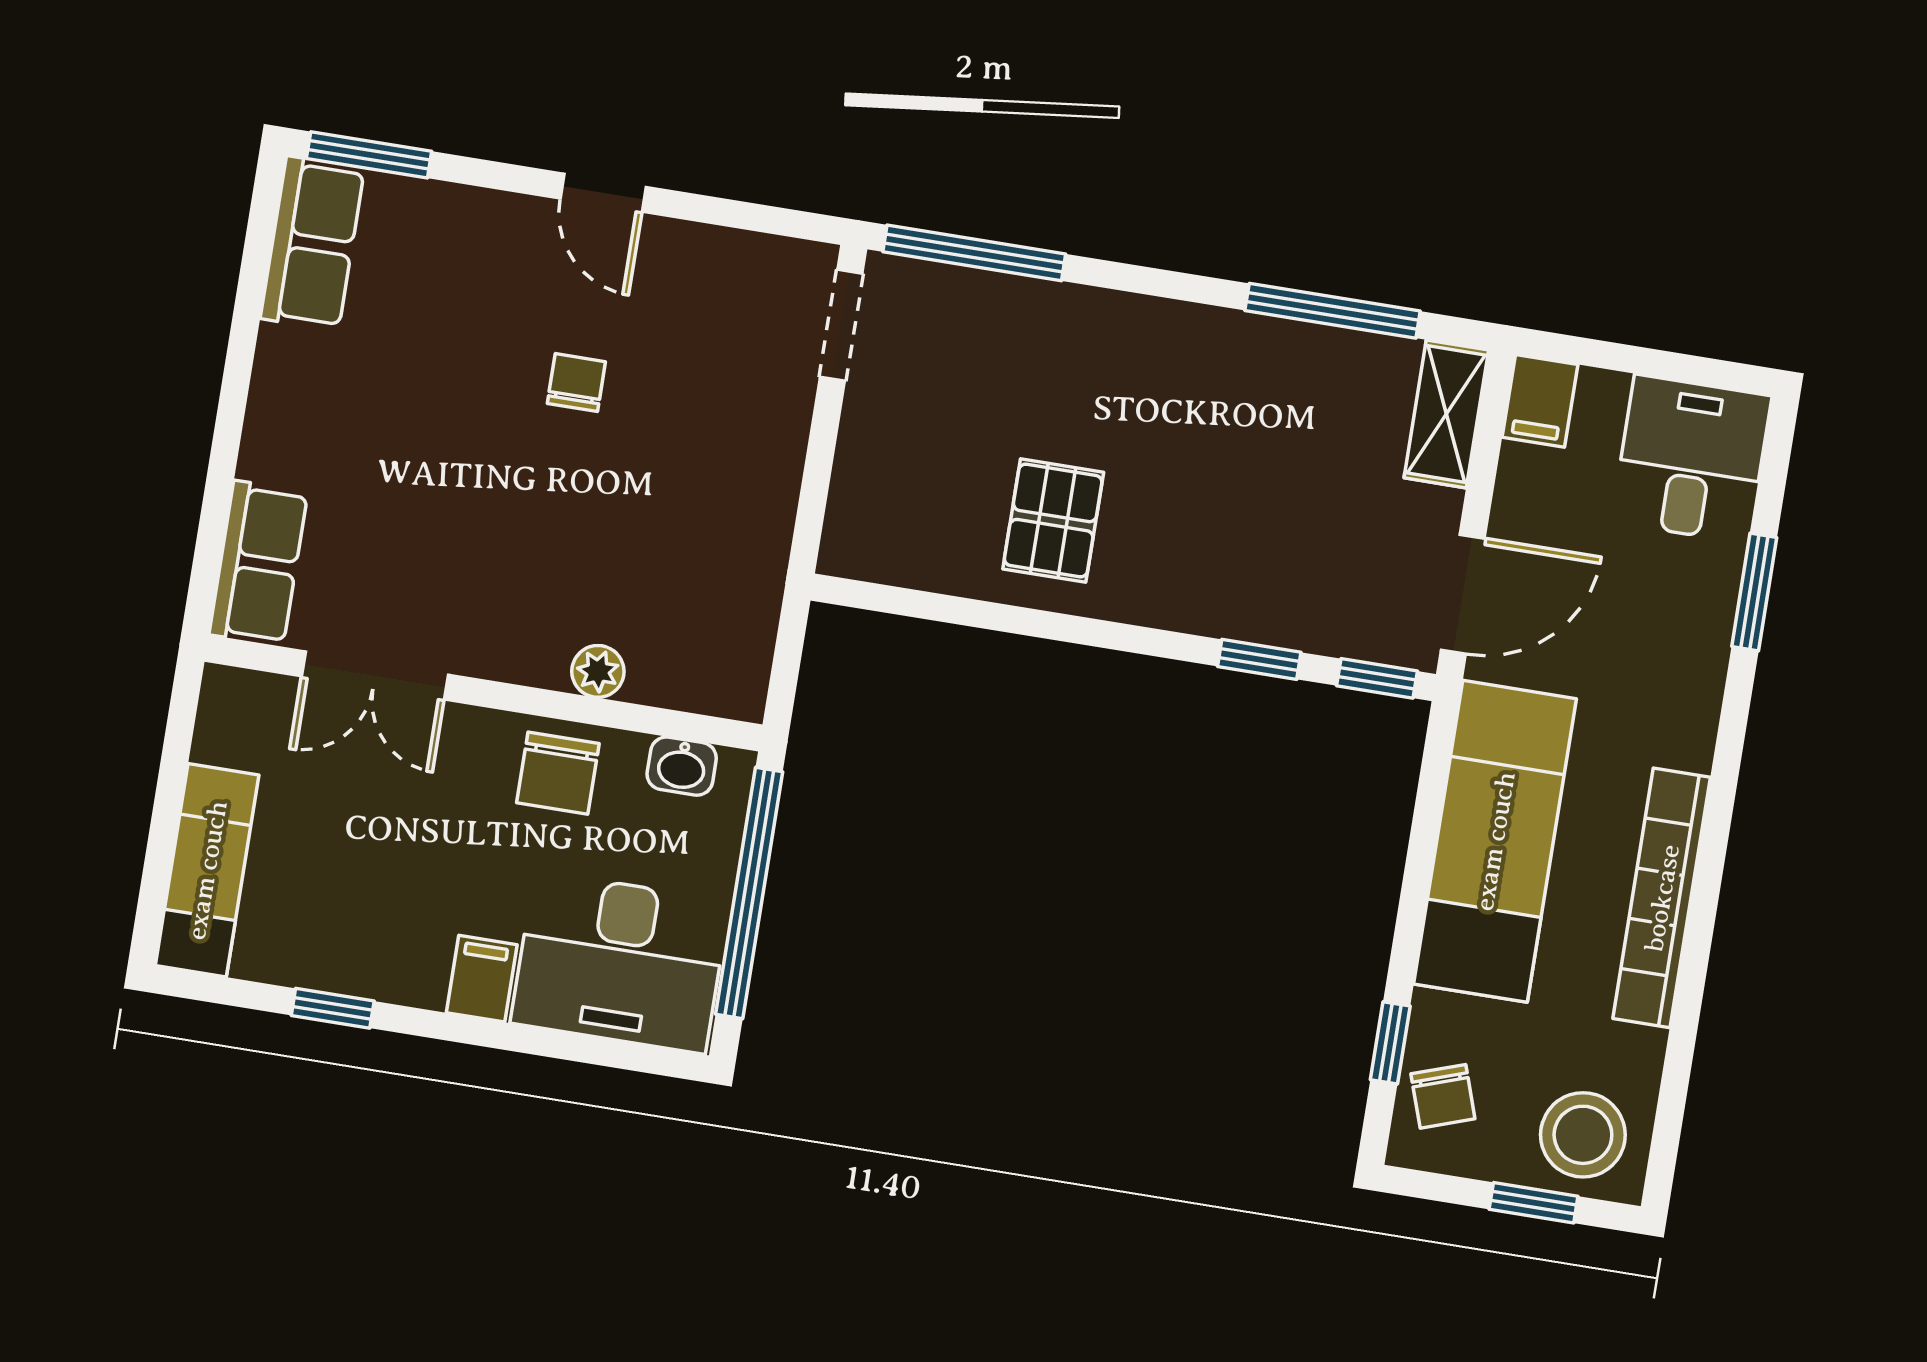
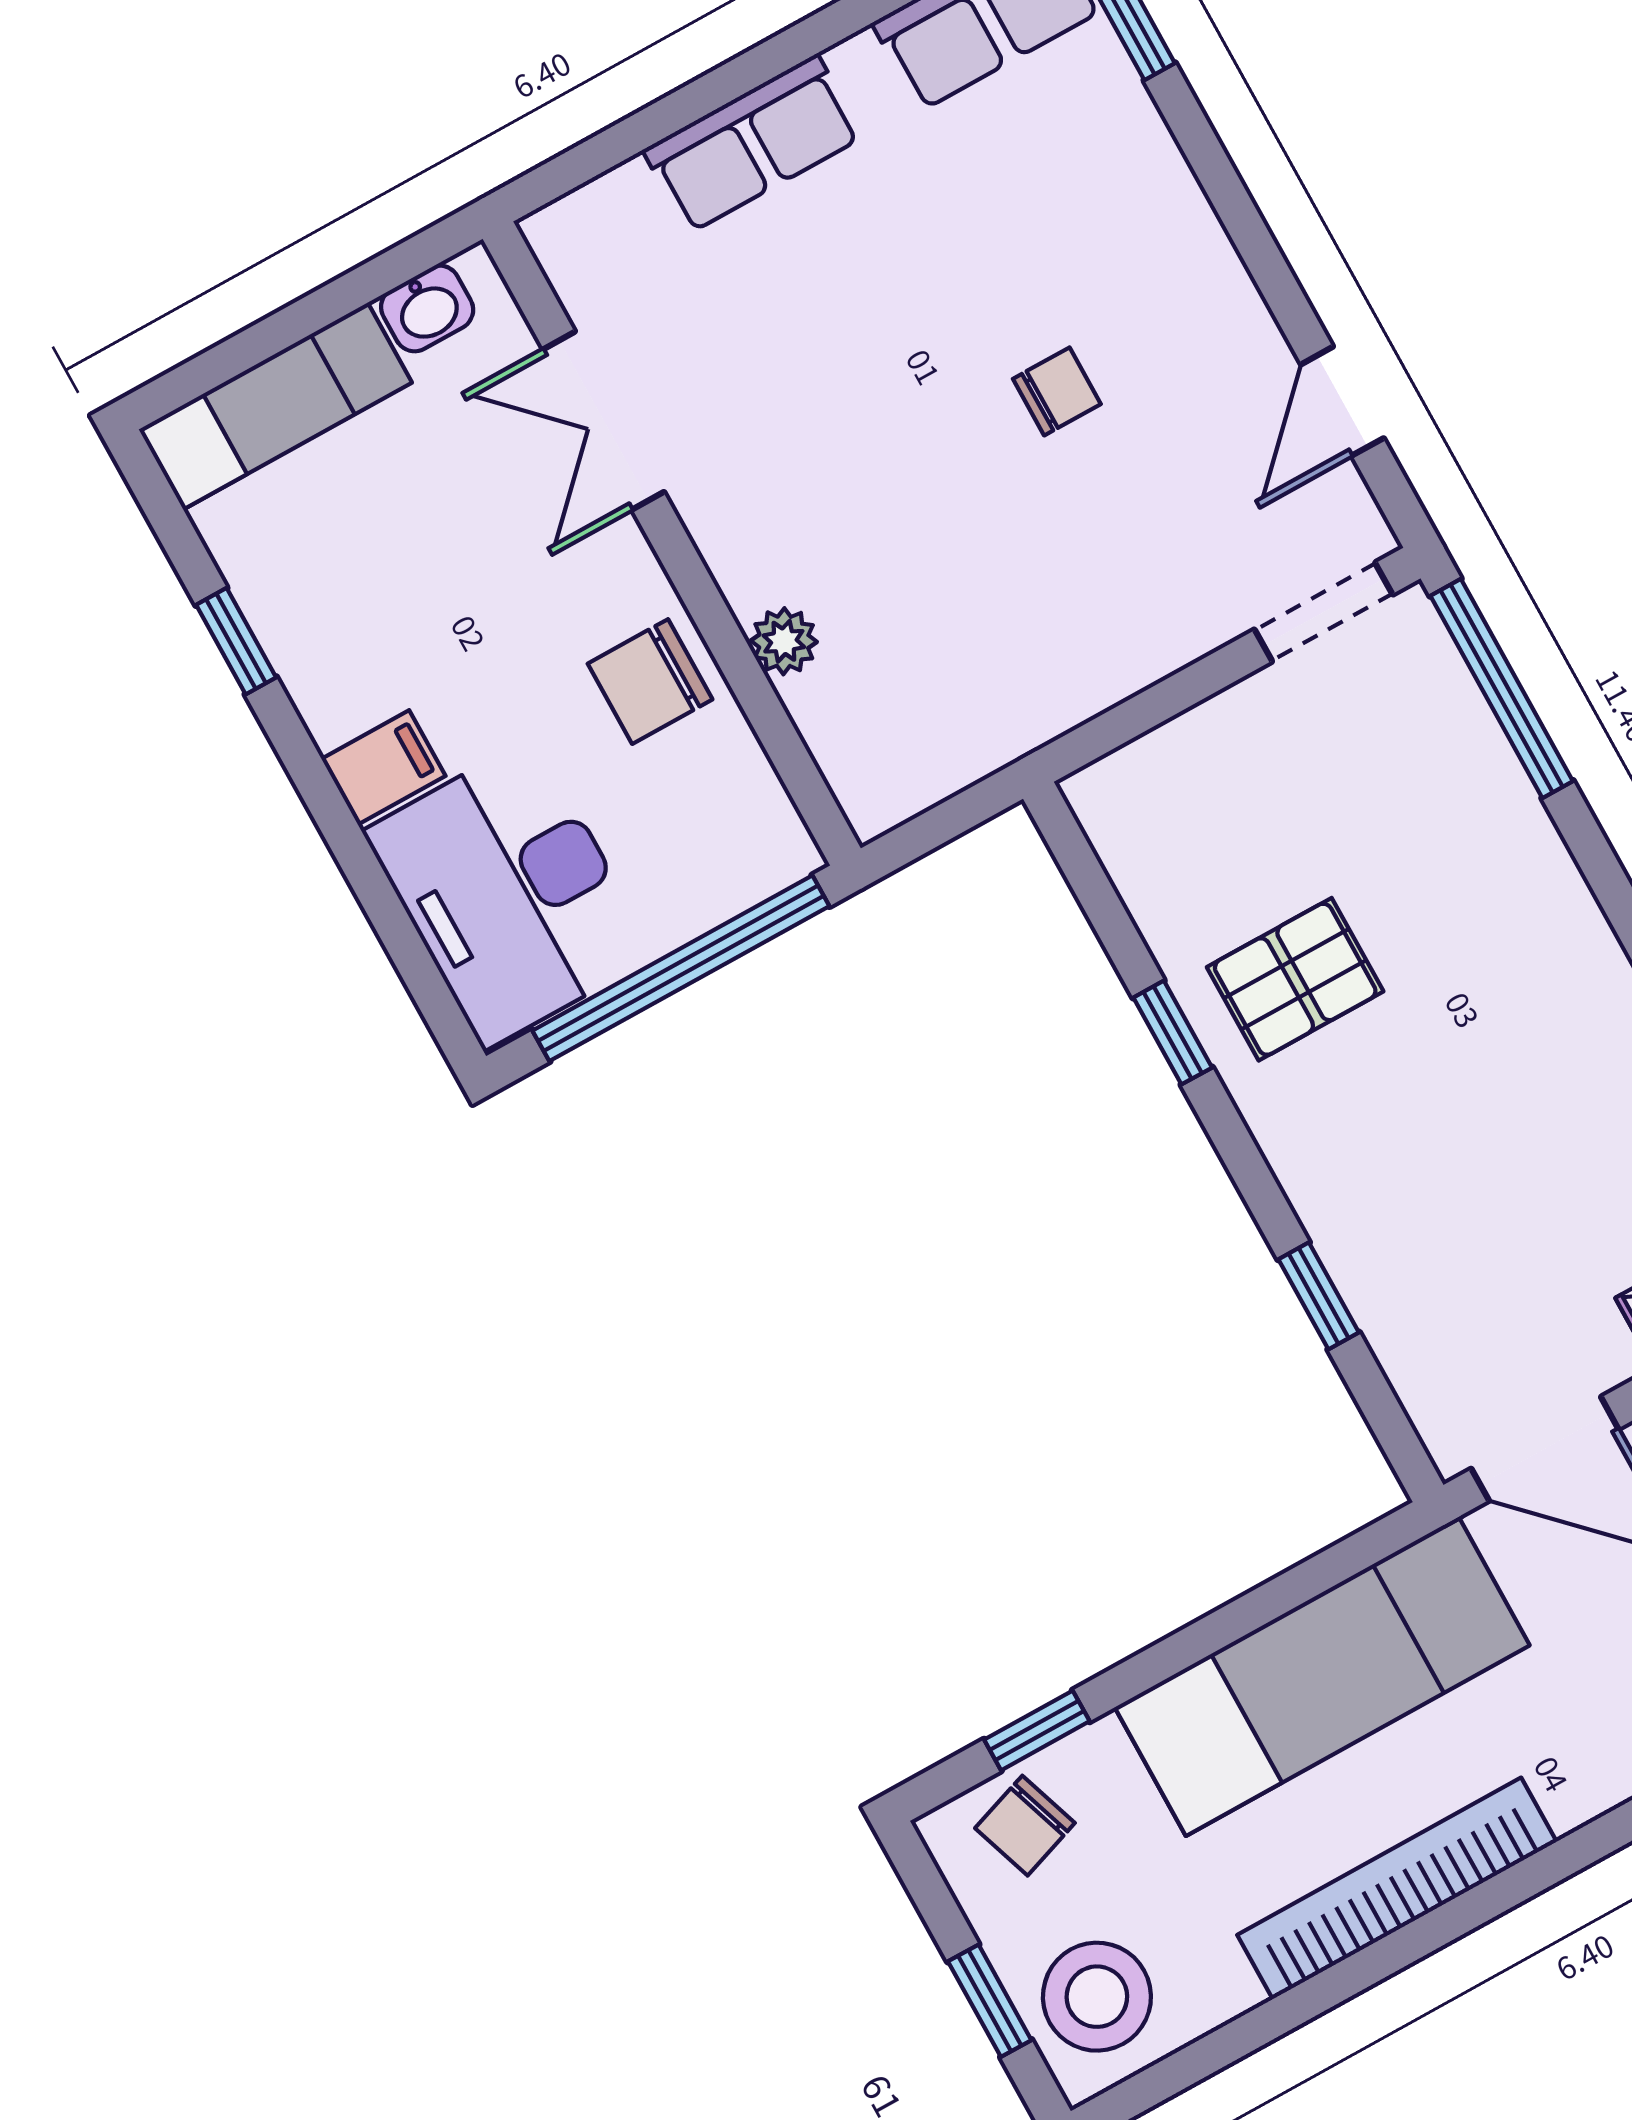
door: (603, 193) -> (1342, 401), moved
row of seats: (258, 563) -> (753, 144), moved
window: (1377, 678) -> (1173, 1033), moved
washbasin: (682, 766) -> (427, 308), moved, turned -90

